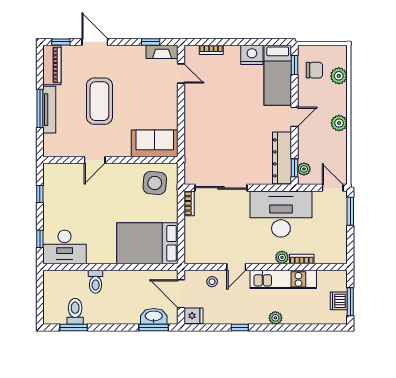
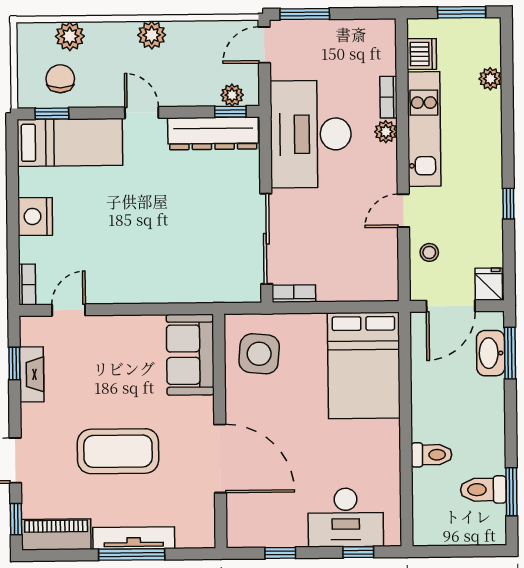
bookcase: (211, 50) -> (27, 285), moved
fireplace: (162, 52) -> (32, 374), moved
nightstand: (252, 55) -> (35, 216), moved
door: (95, 160) -> (220, 459), width x1.87
desk: (65, 247) -> (346, 517), moved, turned 90
door: (236, 267) -> (403, 211), swing flipped
dishwasher: (339, 301) -> (422, 54), moved, turned -90
plant: (275, 318) -> (490, 79), moved

